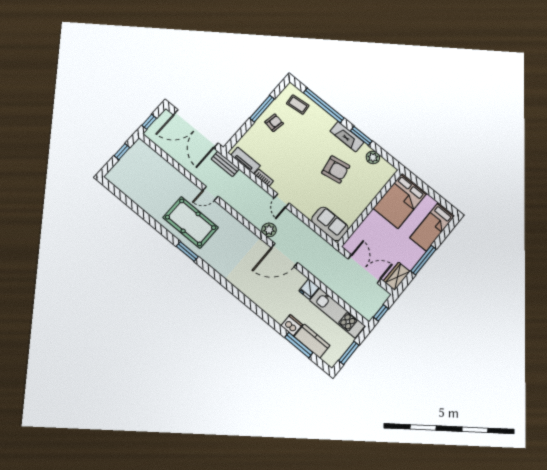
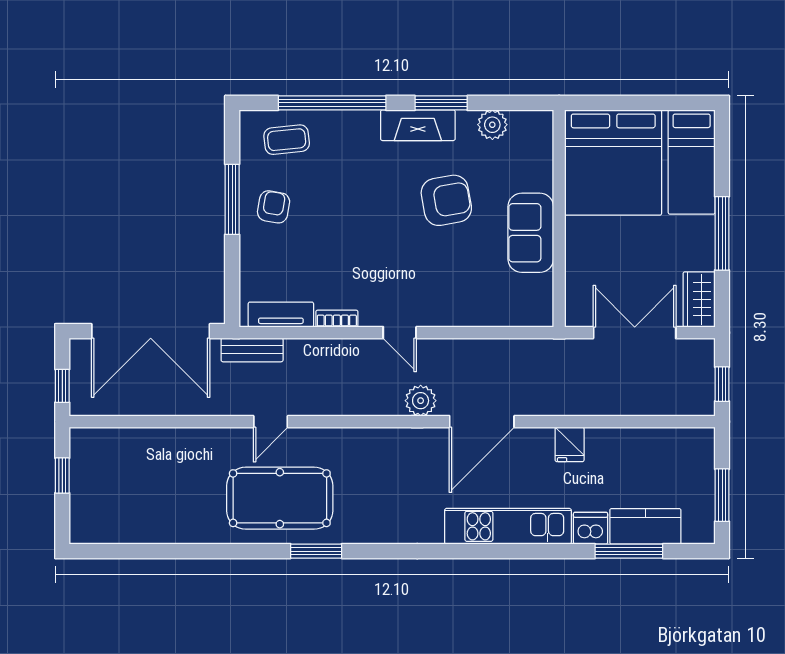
bed: (400, 201) -> (613, 163), width x1.36
sofa: (330, 224) -> (531, 233), moved, turned -90
kitchen unit: (337, 313) -> (508, 526), moved, turned 180

